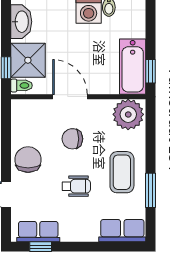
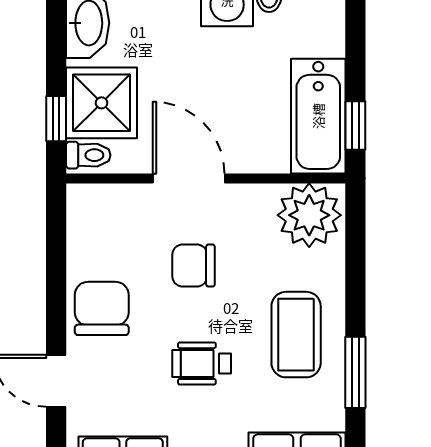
wheelchair: (76, 186) -> (202, 364), turned 180

